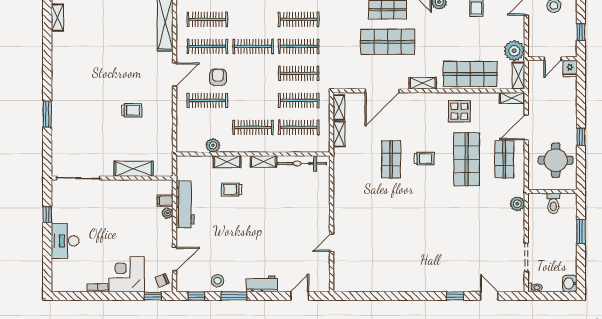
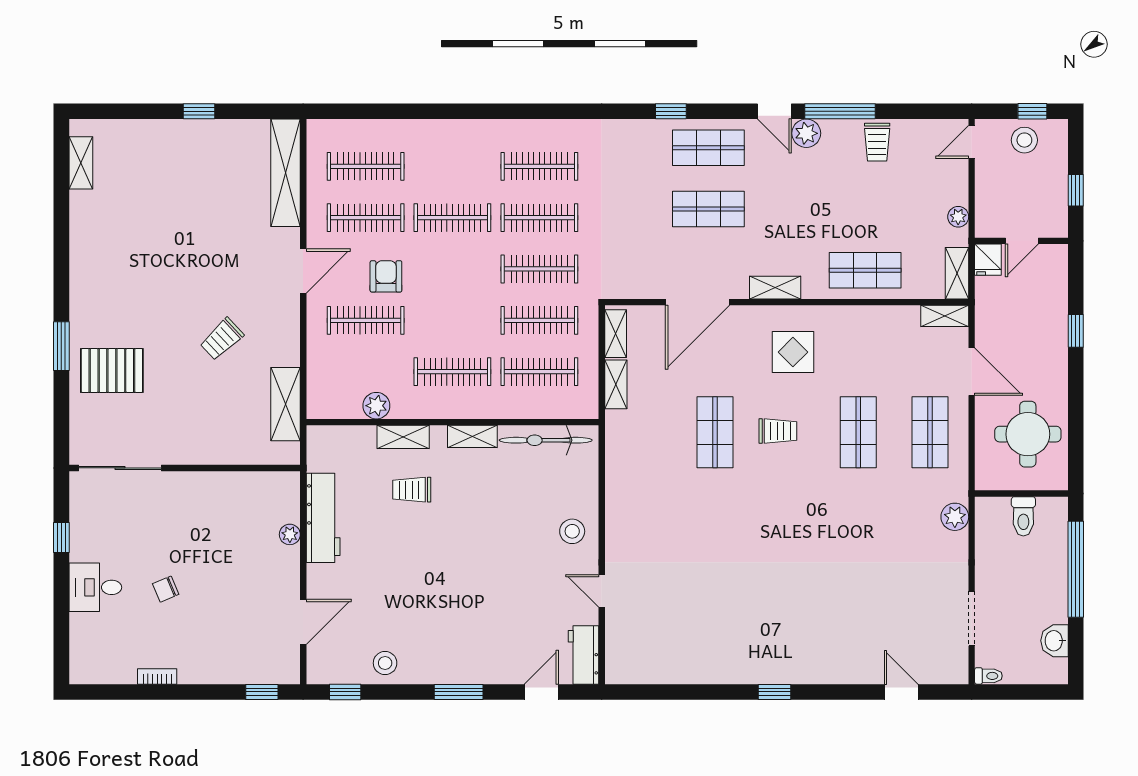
shop shelf: (388, 42) -> (708, 209), width x0.70, depth x0.74
plant: (514, 51) -> (958, 217), width x0.53, depth x0.53
fridge: (570, 69) -> (988, 260), moved
shop shelf: (470, 74) -> (865, 270), width x0.70, depth x0.74
trolley: (132, 110) -> (222, 339), turned 137
display table: (459, 111) -> (793, 352), moved
pallet: (74, 127) -> (112, 371), added
door: (526, 127) -> (972, 372), swing flipped
window: (581, 137) -> (1076, 331), moved
shop shelf: (467, 159) -> (858, 432), width x0.70, depth x0.74
shelving: (134, 169) -> (285, 404), moved, turned 90
filing cabinet: (165, 201) -> (285, 511), removed
stool: (316, 211) -> (572, 531), added
window: (581, 231) -> (1076, 569), width x2.11
desk: (65, 241) -> (95, 587), width x0.73
door: (332, 243) -> (602, 591), hinge flipped
corner desk: (127, 274) -> (212, 651), removed
chair: (162, 280) -> (166, 589), moved
washbasin: (570, 283) -> (1055, 641), moved
workbench: (262, 284) -> (583, 655), moved, turned -90
window: (234, 296) -> (459, 692), moved
window: (455, 296) -> (774, 692), moved

